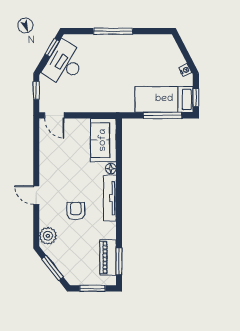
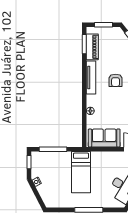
bed: (164, 99) -> (81, 172), moved, turned 90
sofa: (103, 140) -> (104, 138), moved, turned -90
tv unit: (110, 198) -> (91, 77), moved

